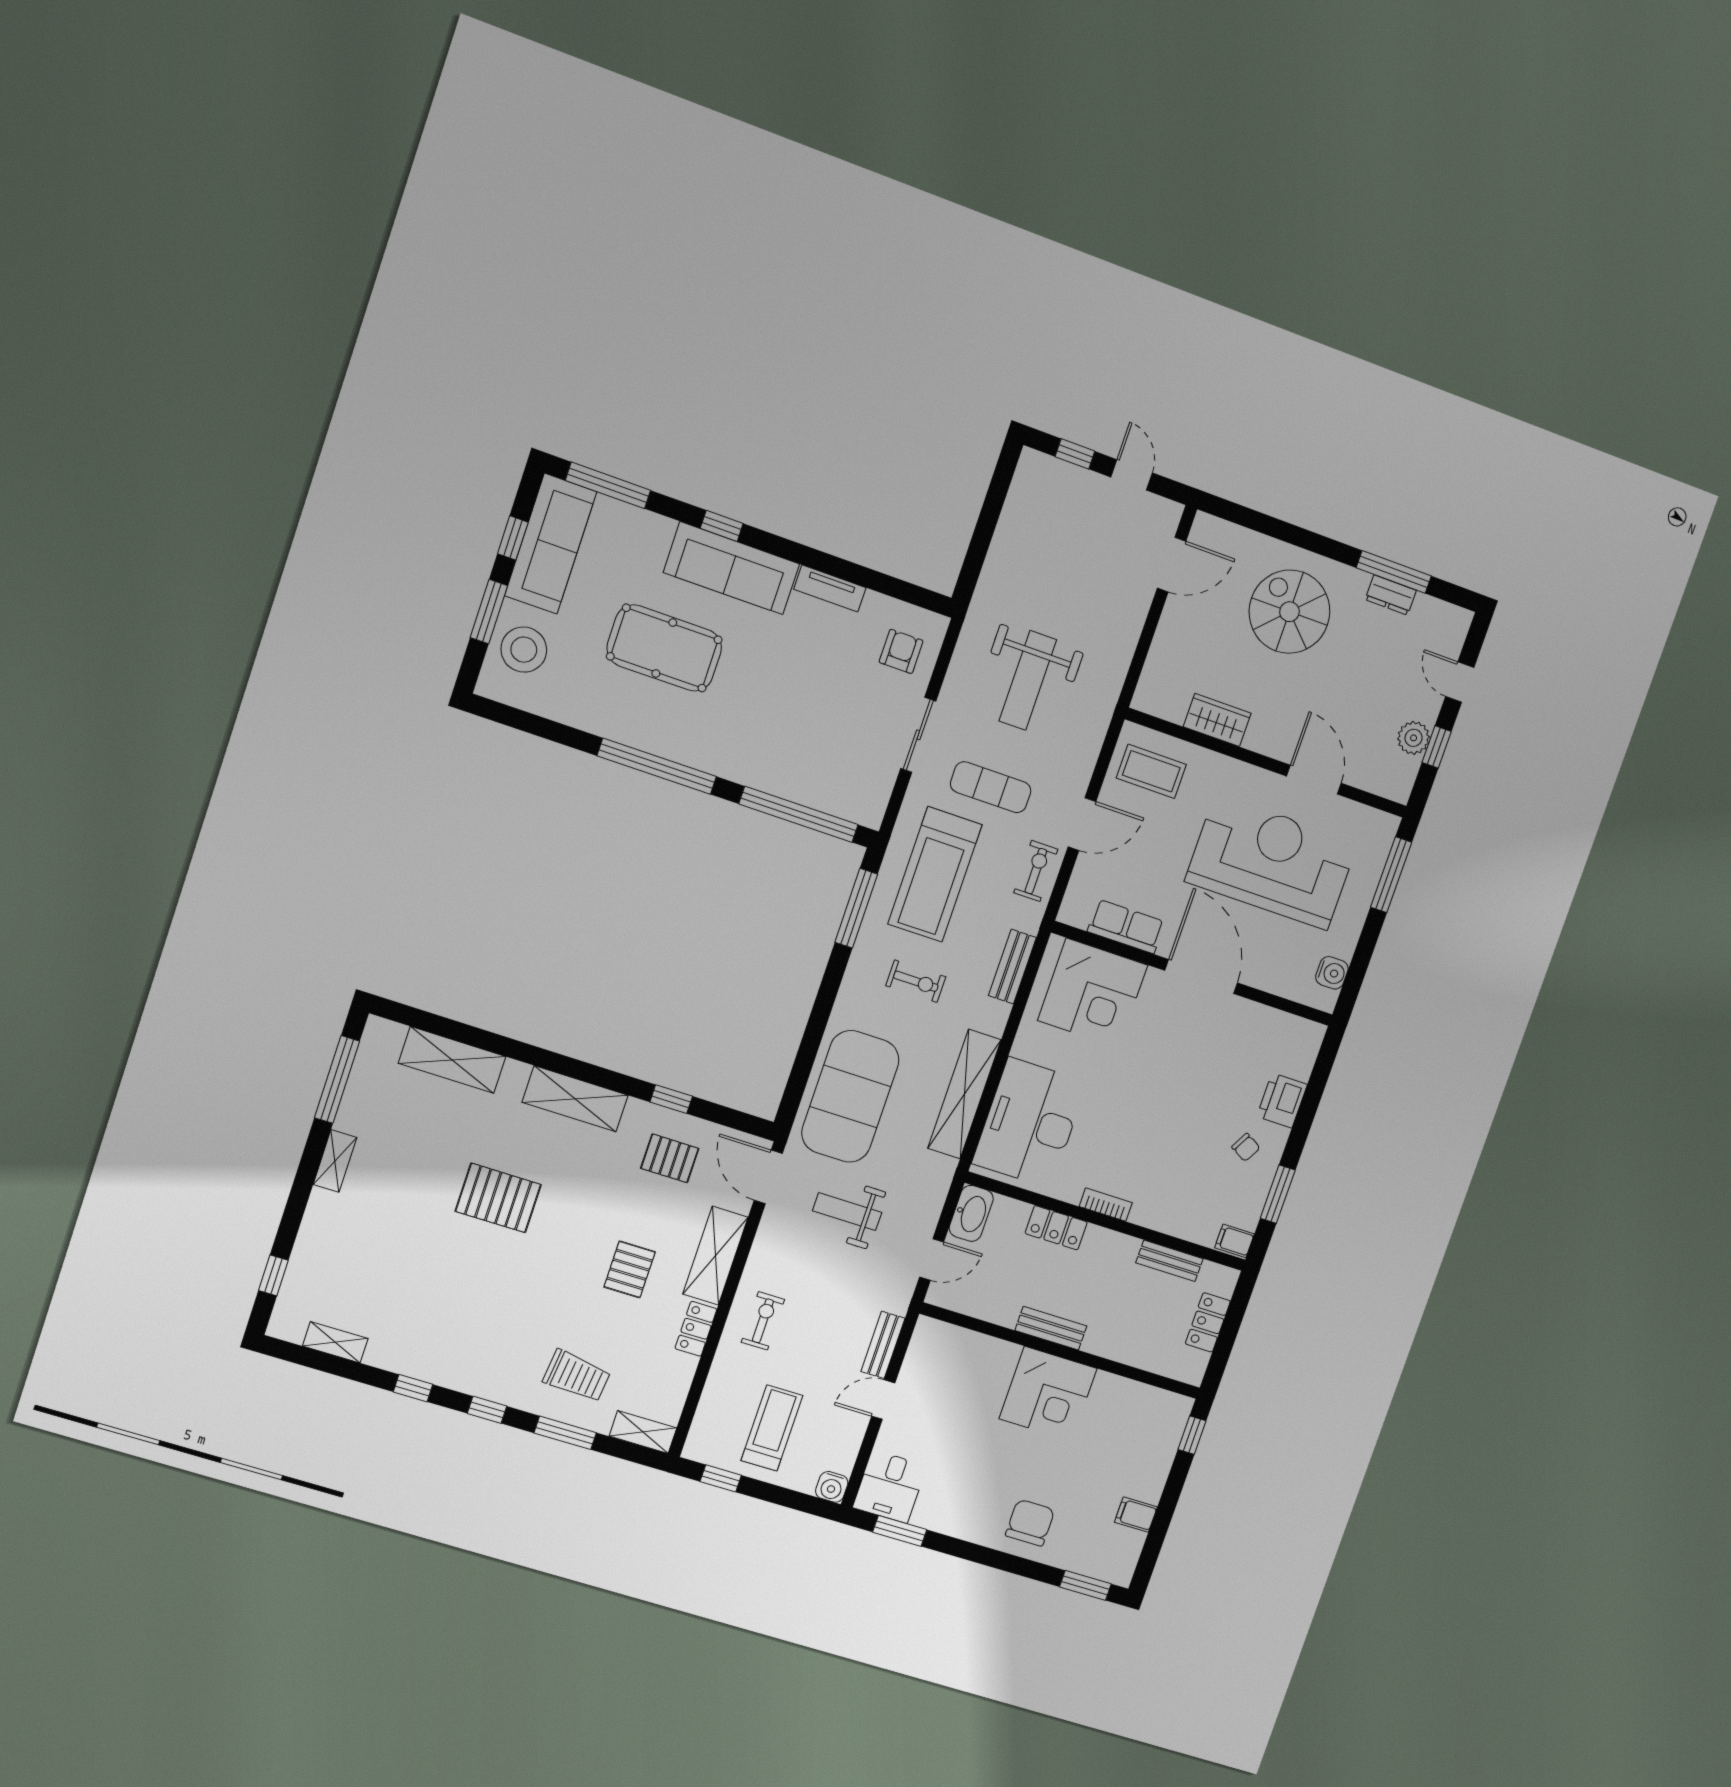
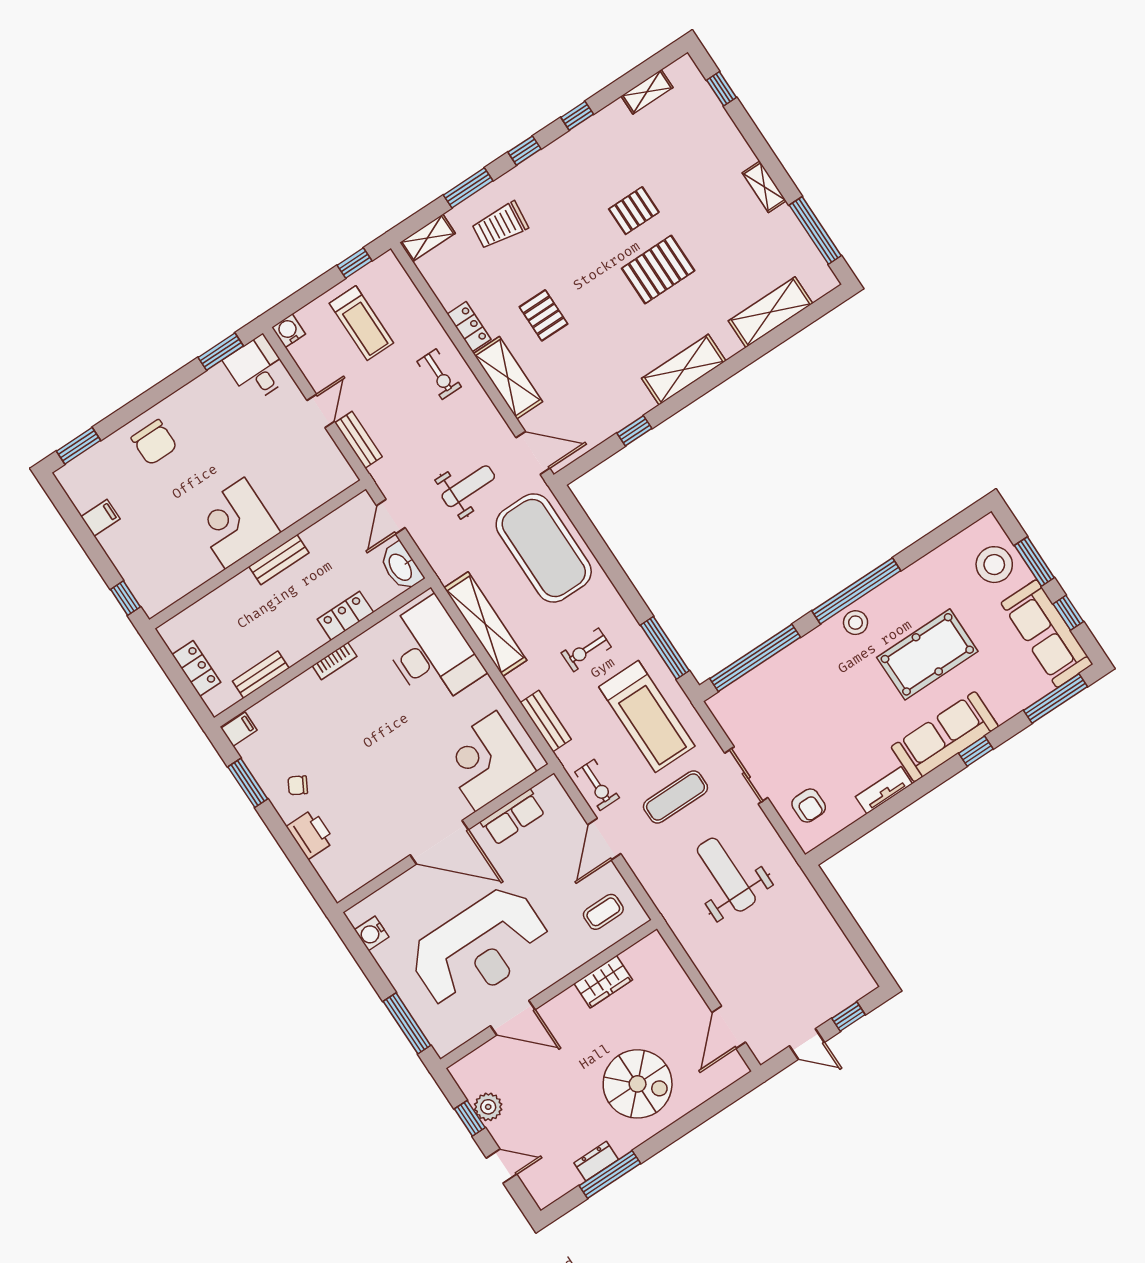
stool: (688, 743) -> (856, 623), added
coffee table: (1151, 771) -> (603, 912), width x0.73, depth x0.77
treadmill: (935, 874) -> (647, 717), turned 180
pallet: (670, 1158) -> (634, 211), moved

